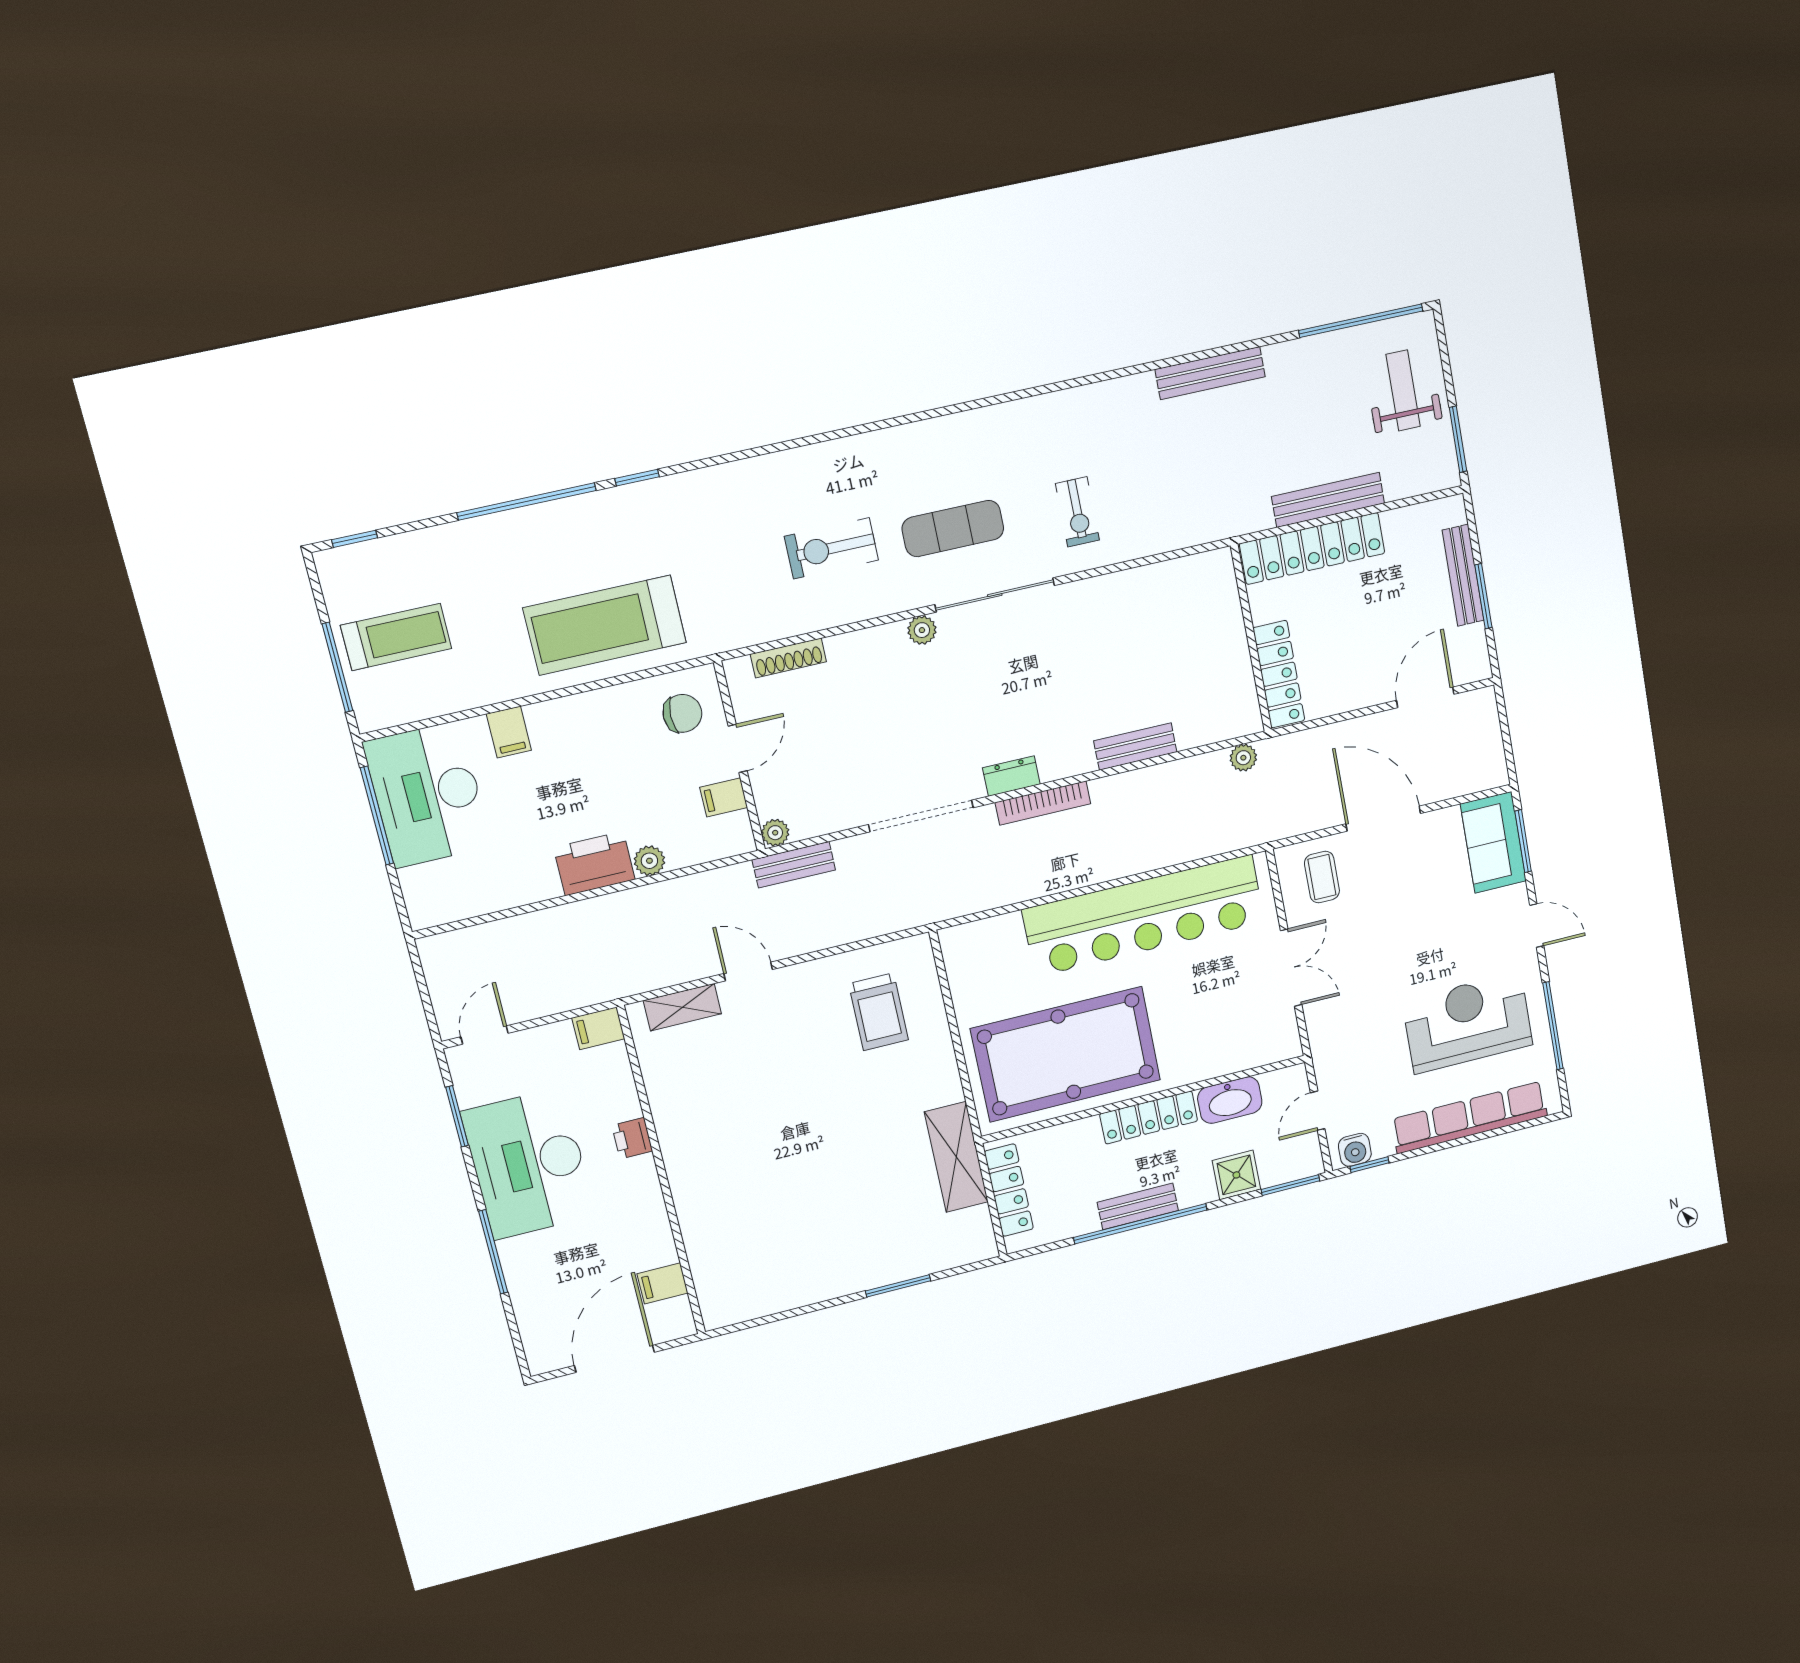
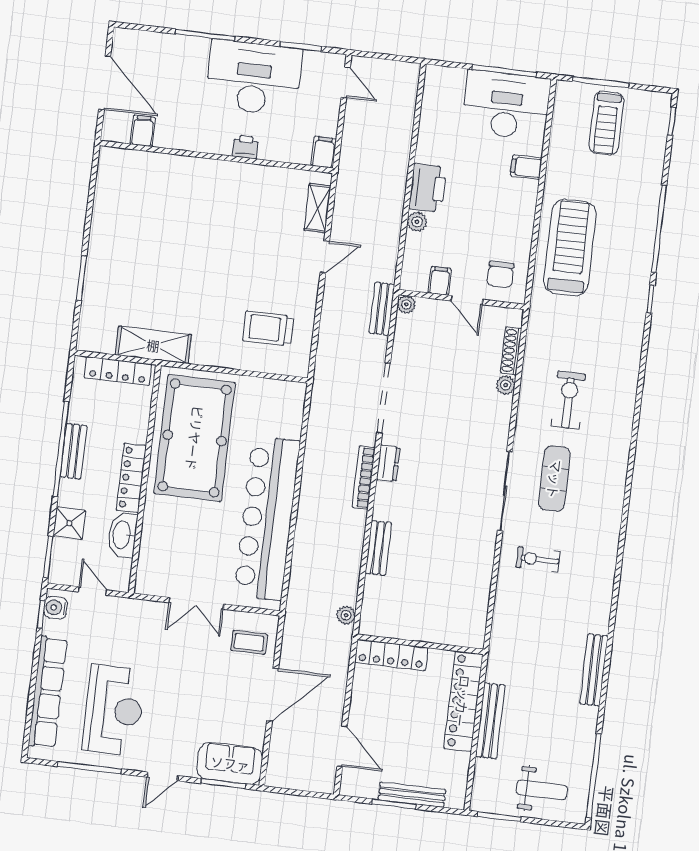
plant: (922, 630) -> (506, 385), moved

